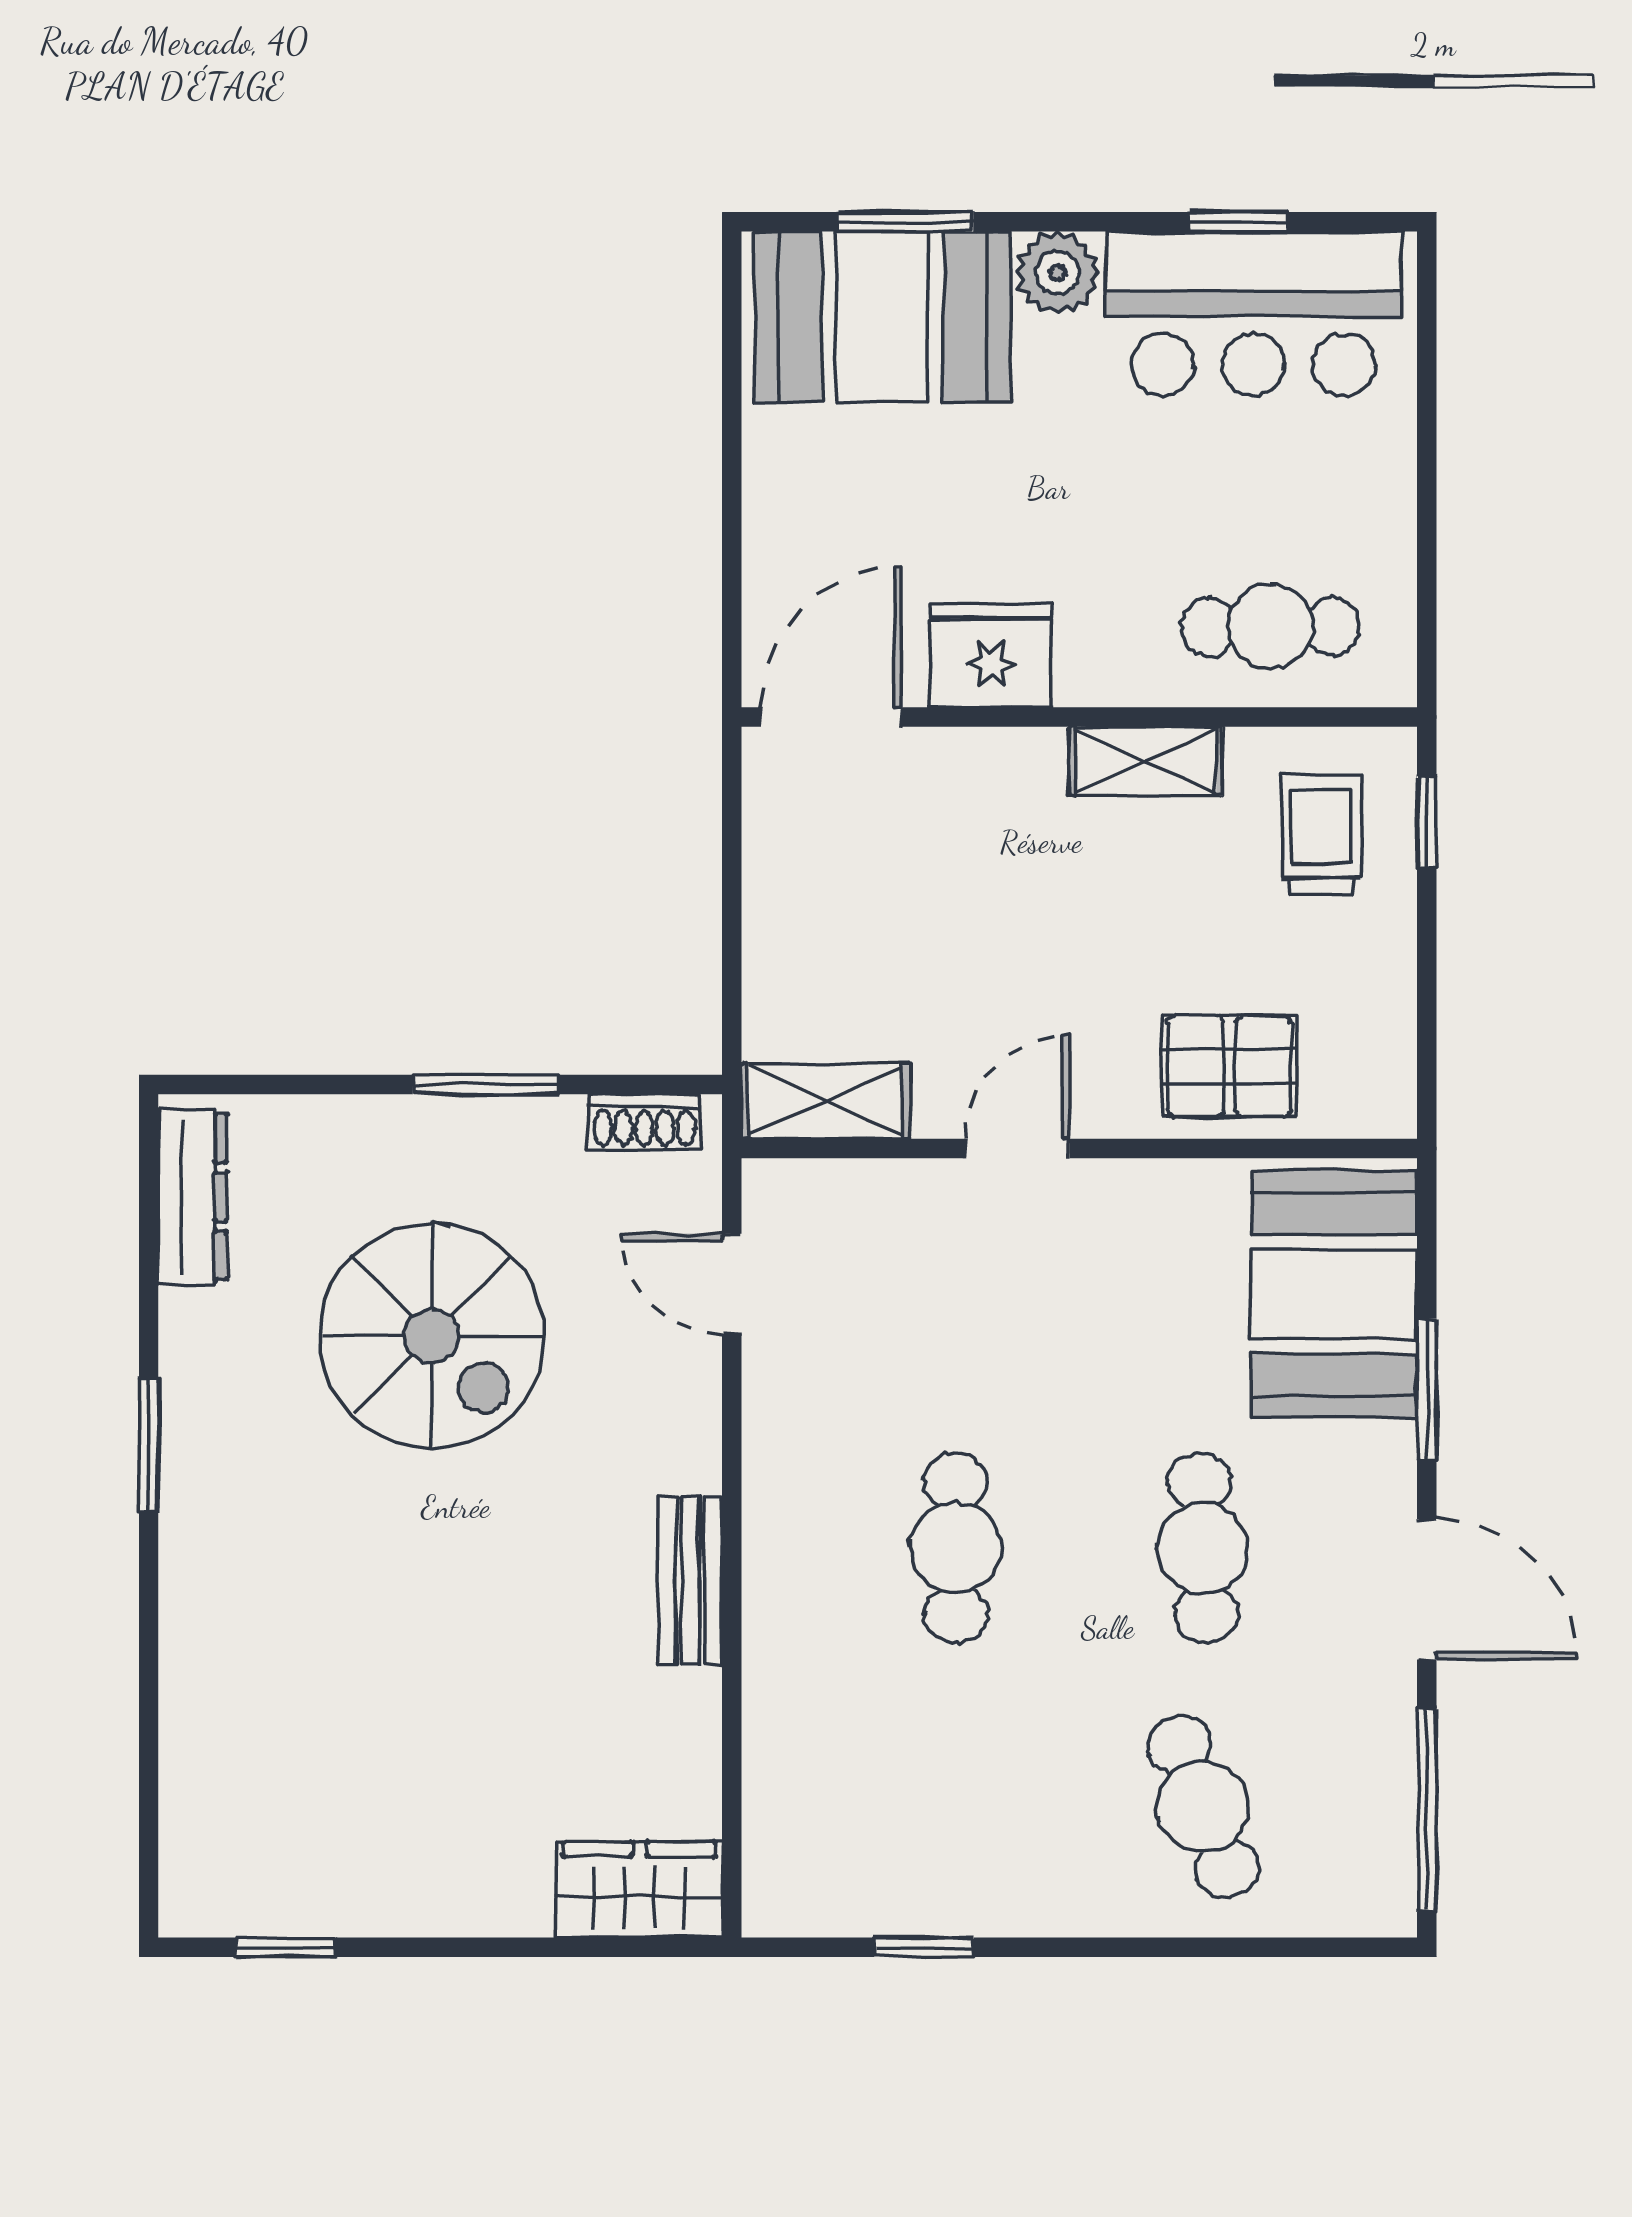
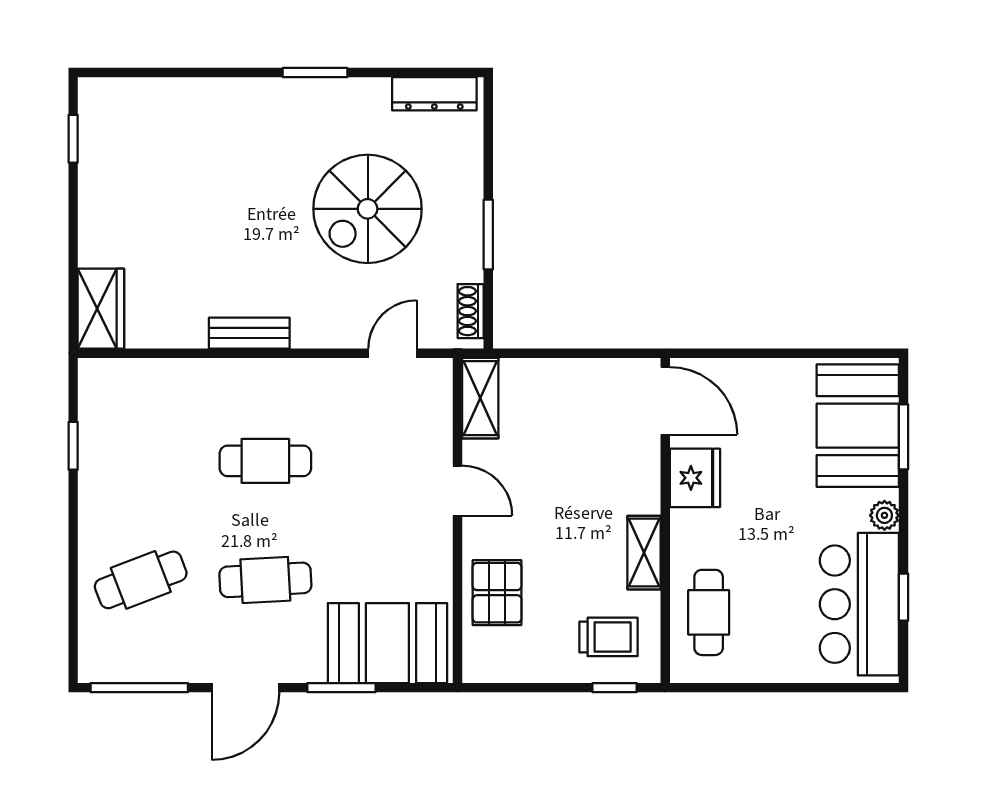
plant: (1057, 273) -> (884, 515), width x0.73, depth x0.73

